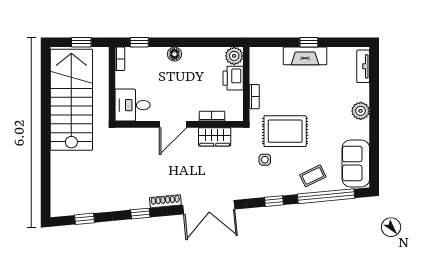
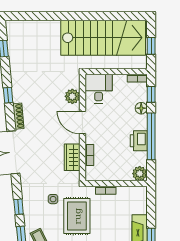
window: (190, 42) -> (151, 136), added
floor lamp: (174, 54) -> (141, 108), moved
printer: (233, 78) -> (139, 141), moved, turned -90
plant: (142, 137) -> (72, 96), added

